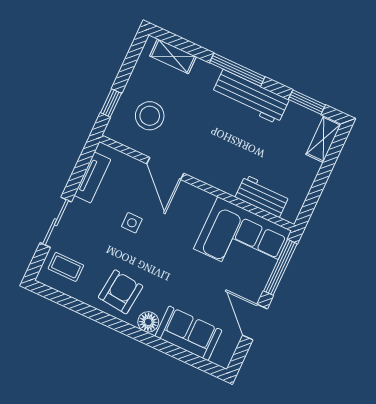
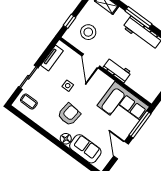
workbench: (262, 196) -> (117, 70), moved
armchair: (121, 292) -> (69, 114), moved

